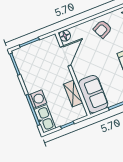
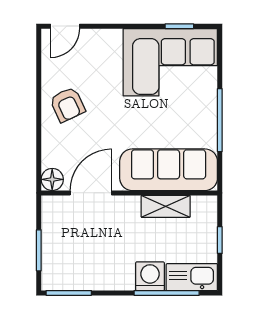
door: (66, 56) -> (91, 193), hinge flipped
sofa: (93, 94) -> (169, 170), width x1.36

